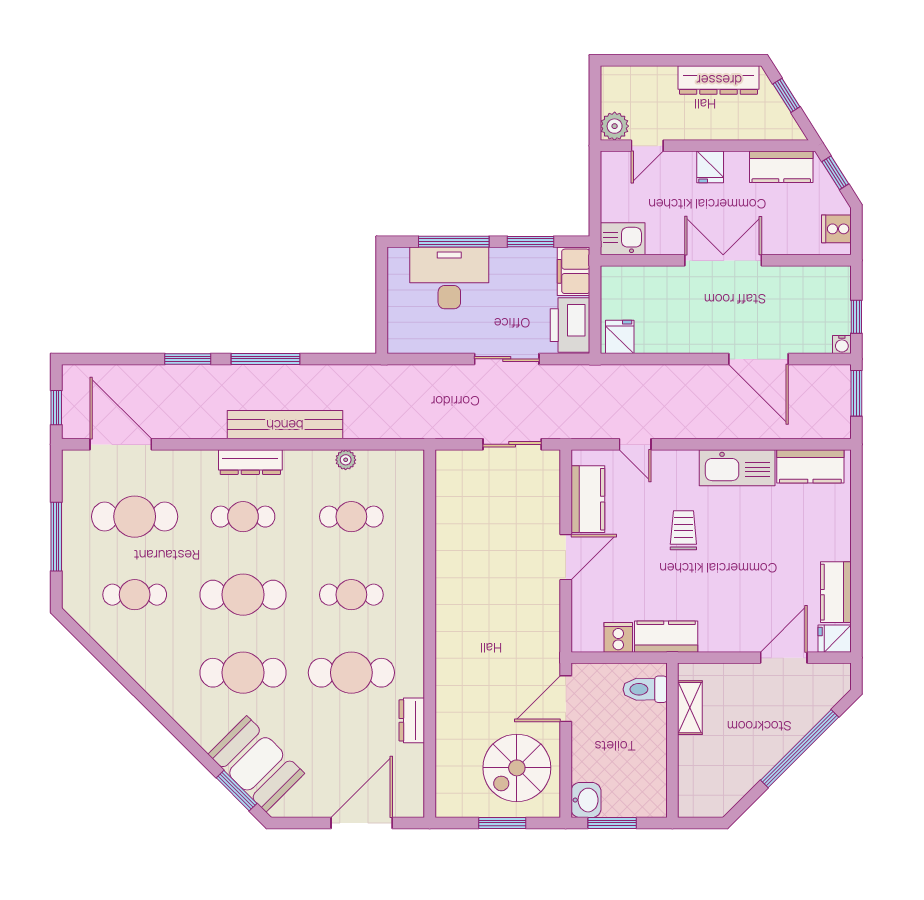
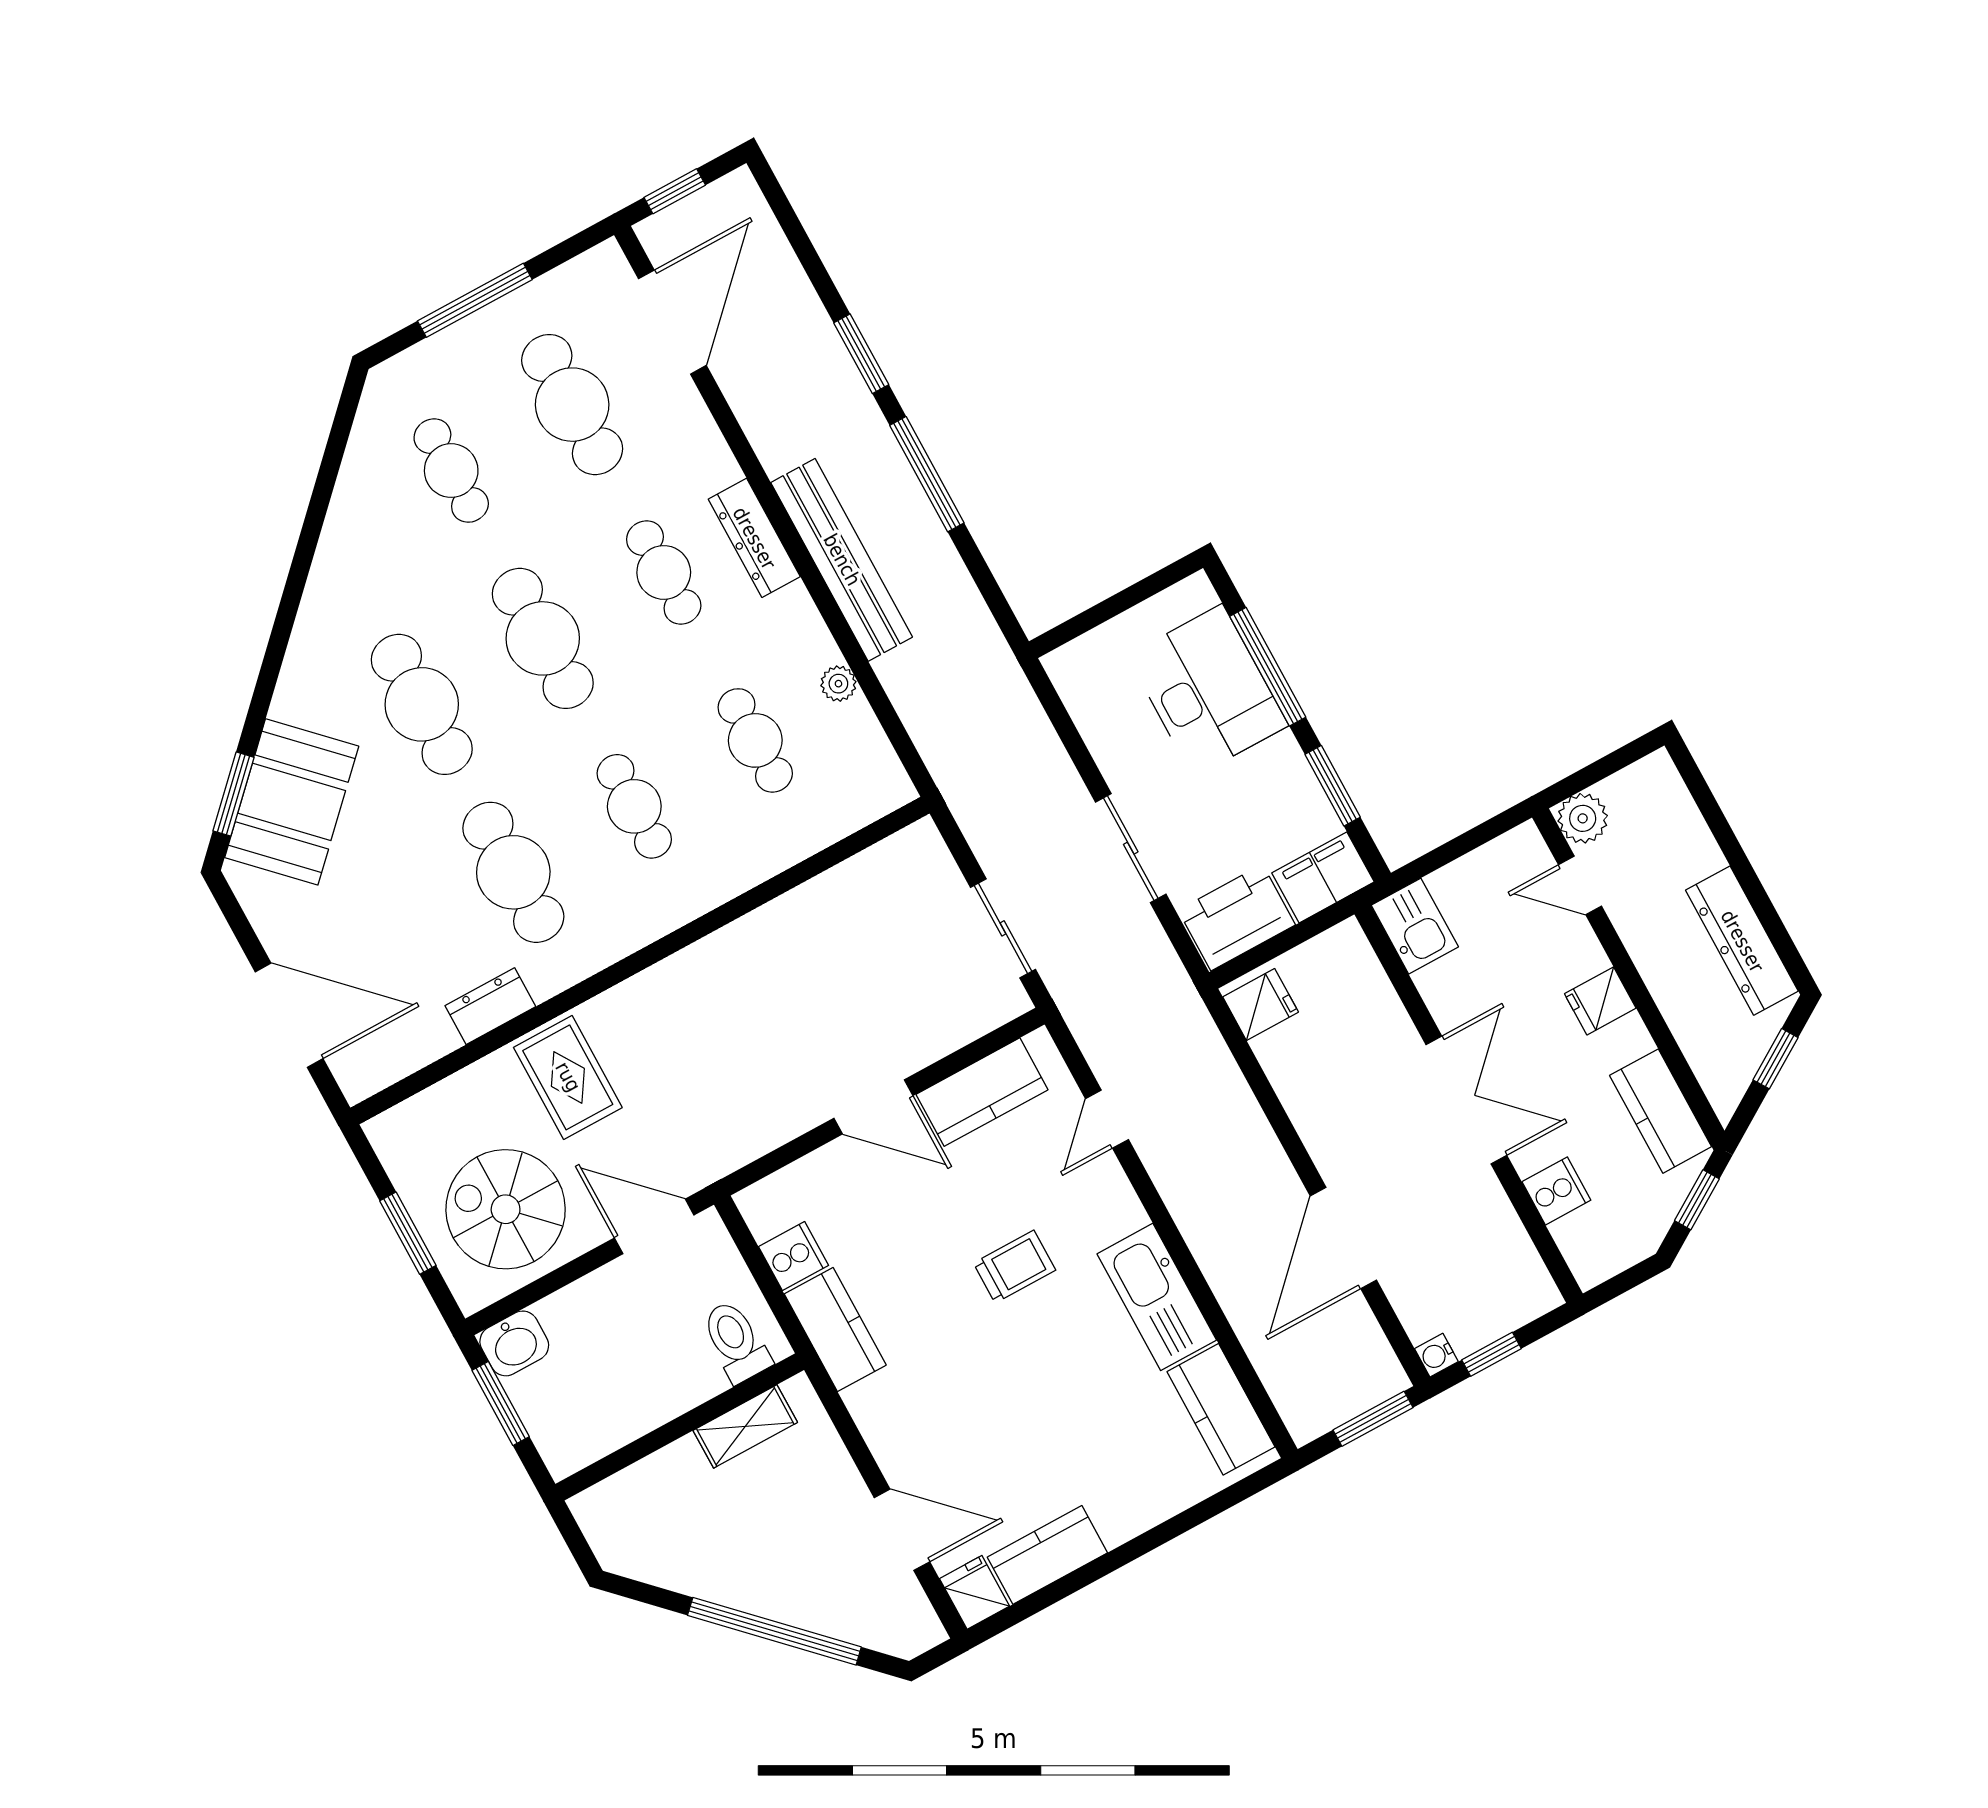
cooker: (836, 229) -> (1556, 1191), moved, turned 90
rug: (468, 701) -> (568, 1077), added

